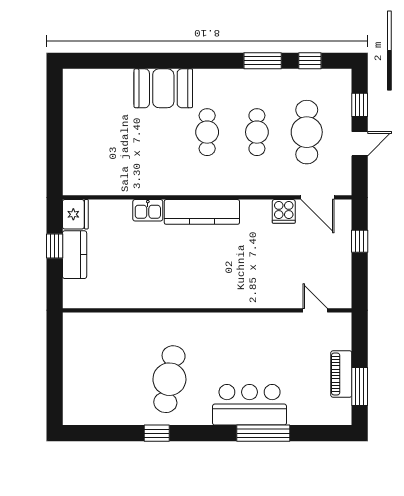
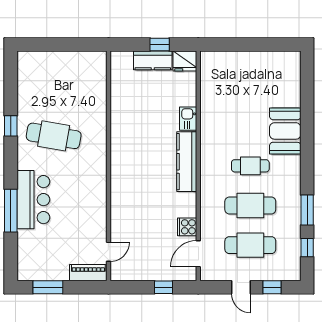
cafe table: (257, 132) -> (250, 205), width x1.37, depth x1.35
piano: (341, 374) -> (88, 273), moved

